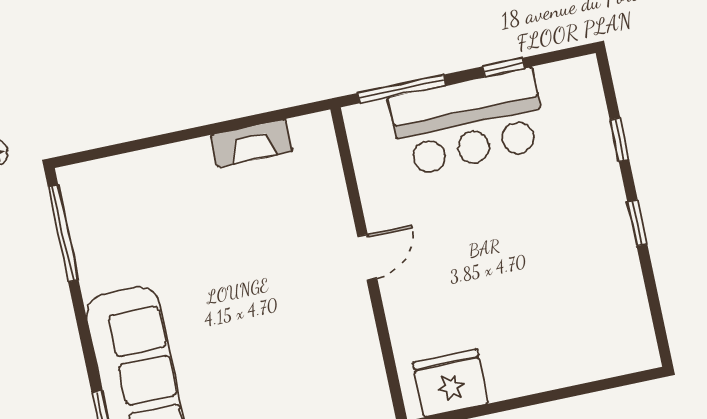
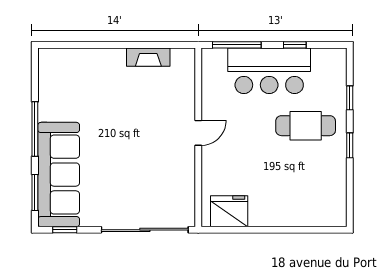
cafe table: (553, 205) -> (306, 126), added
window: (63, 233) -> (35, 129), moved

